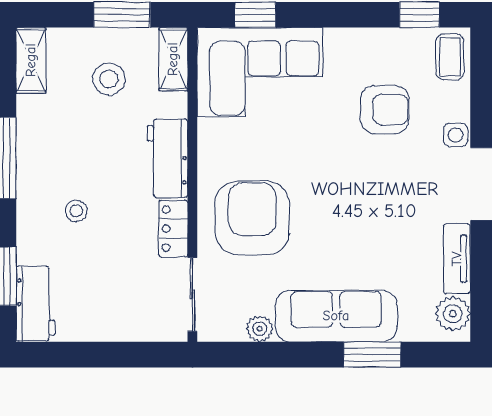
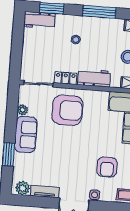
sofa: (336, 316) -> (26, 135), width x0.73

